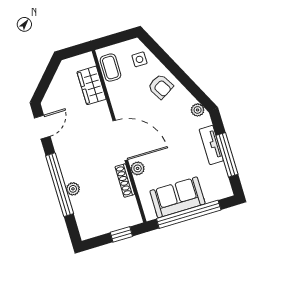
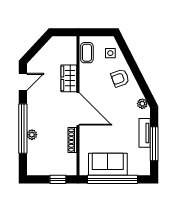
wardrobe: (92, 85) -> (69, 78), moved
armchair: (161, 87) -> (120, 78), turned 101
plant: (138, 168) -> (85, 134), removed

